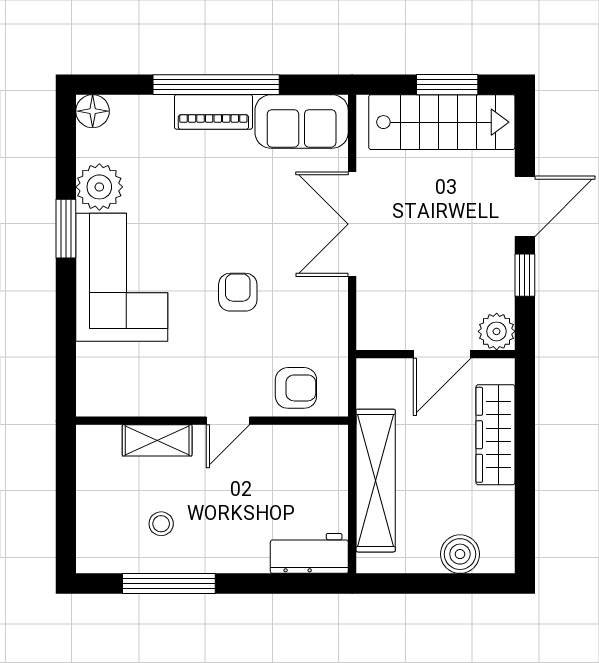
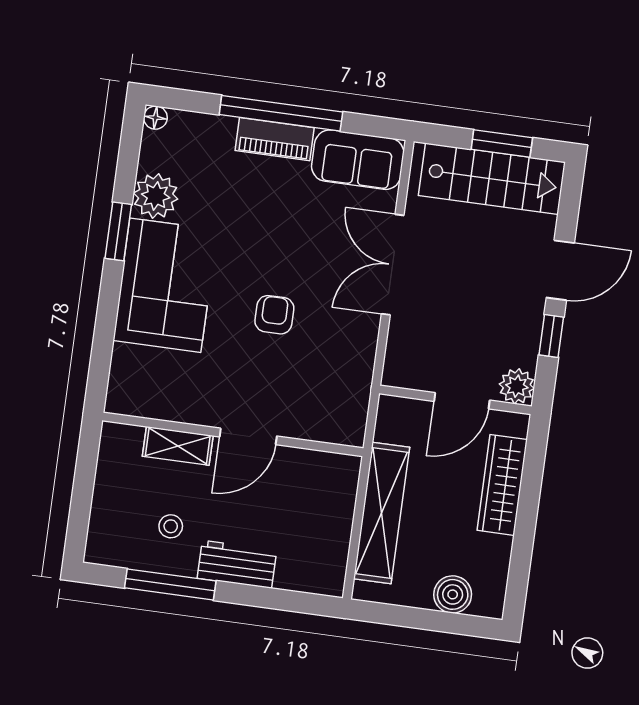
floor lamp: (93, 111) -> (155, 118), width x0.73, depth x0.73
armchair: (296, 388) -> (318, 414), removed
door: (228, 421) -> (248, 436), width x1.38
workbench: (309, 553) -> (237, 564), moved

